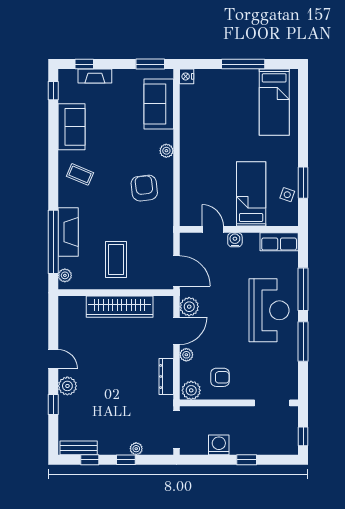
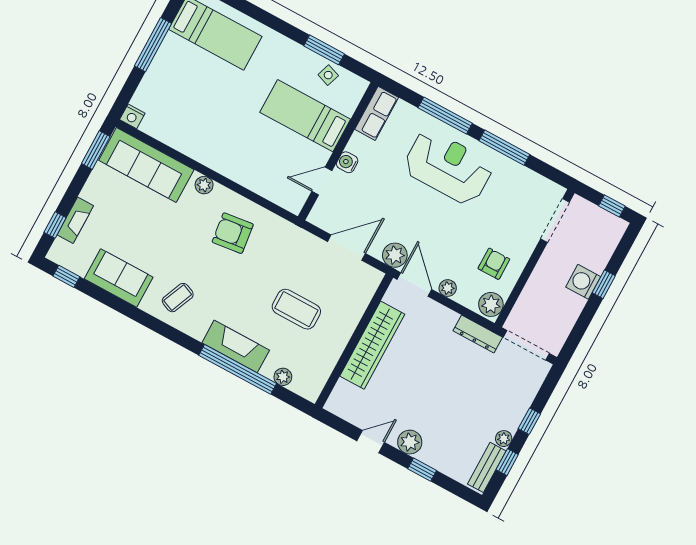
sofa: (159, 104) -> (146, 165), width x1.36
wall: (116, 293) -> (354, 341), moved
wardrobe: (120, 307) -> (372, 345), moved
dresser: (166, 377) -> (478, 334), moved
washing machine: (219, 445) -> (583, 282), moved
plant: (136, 449) -> (504, 439), moved

